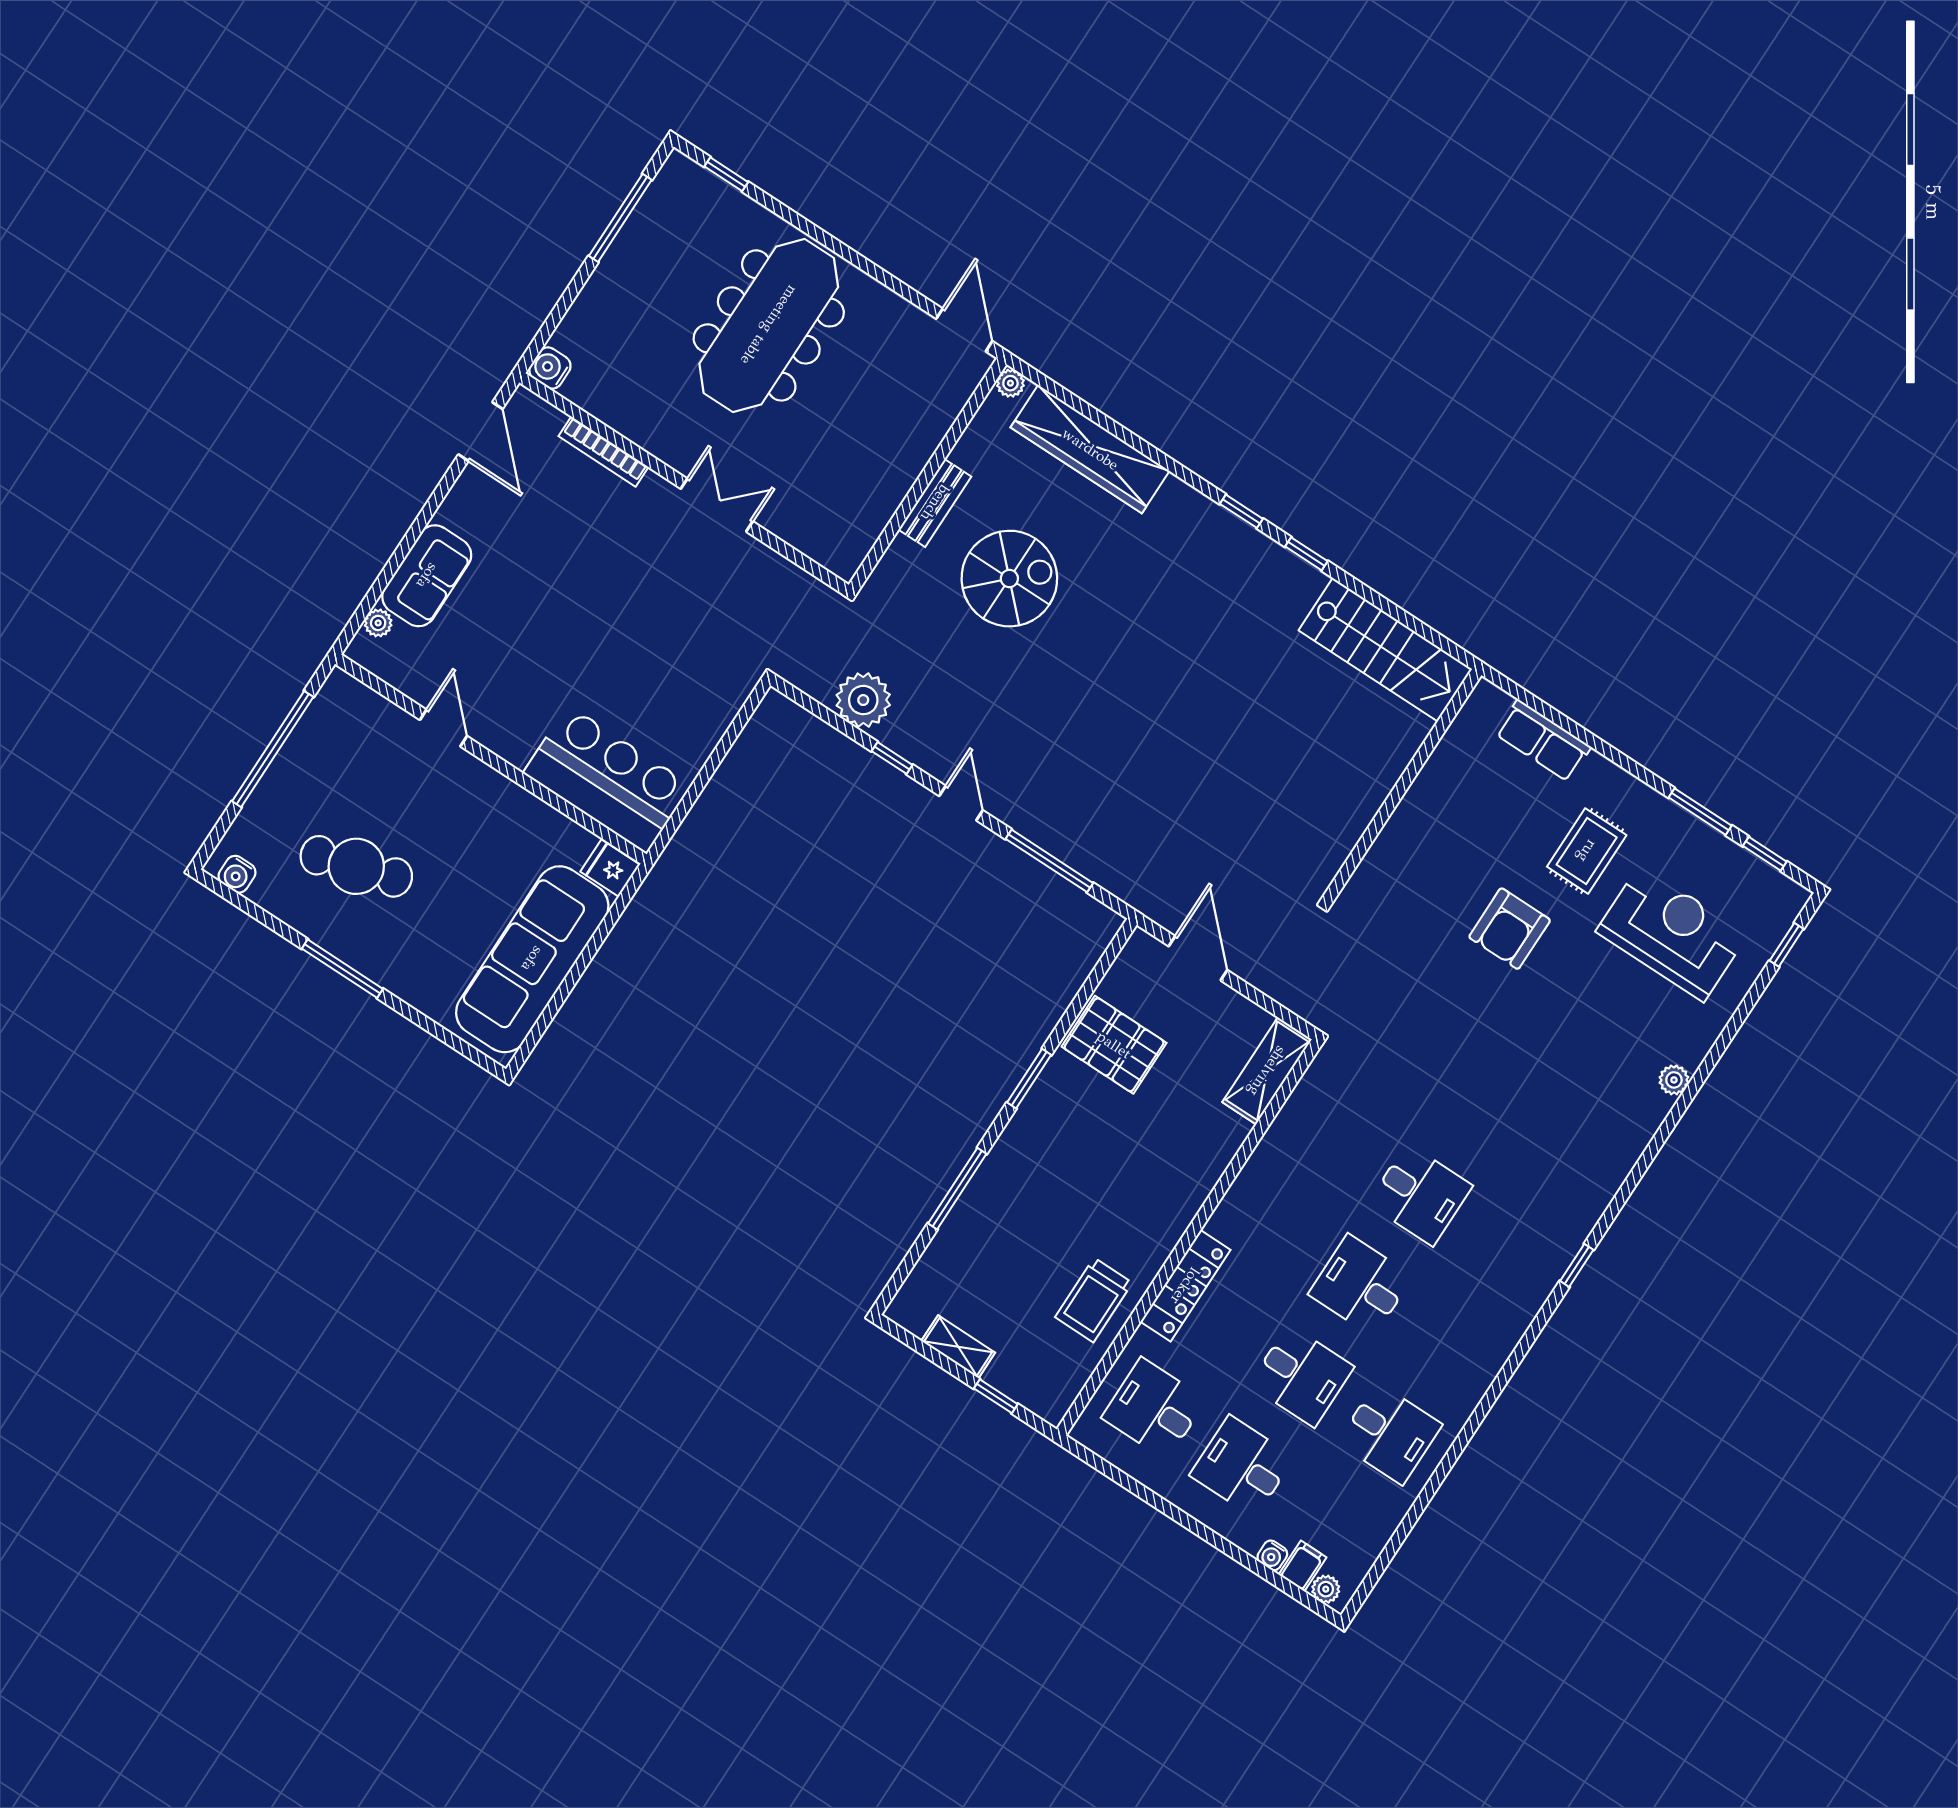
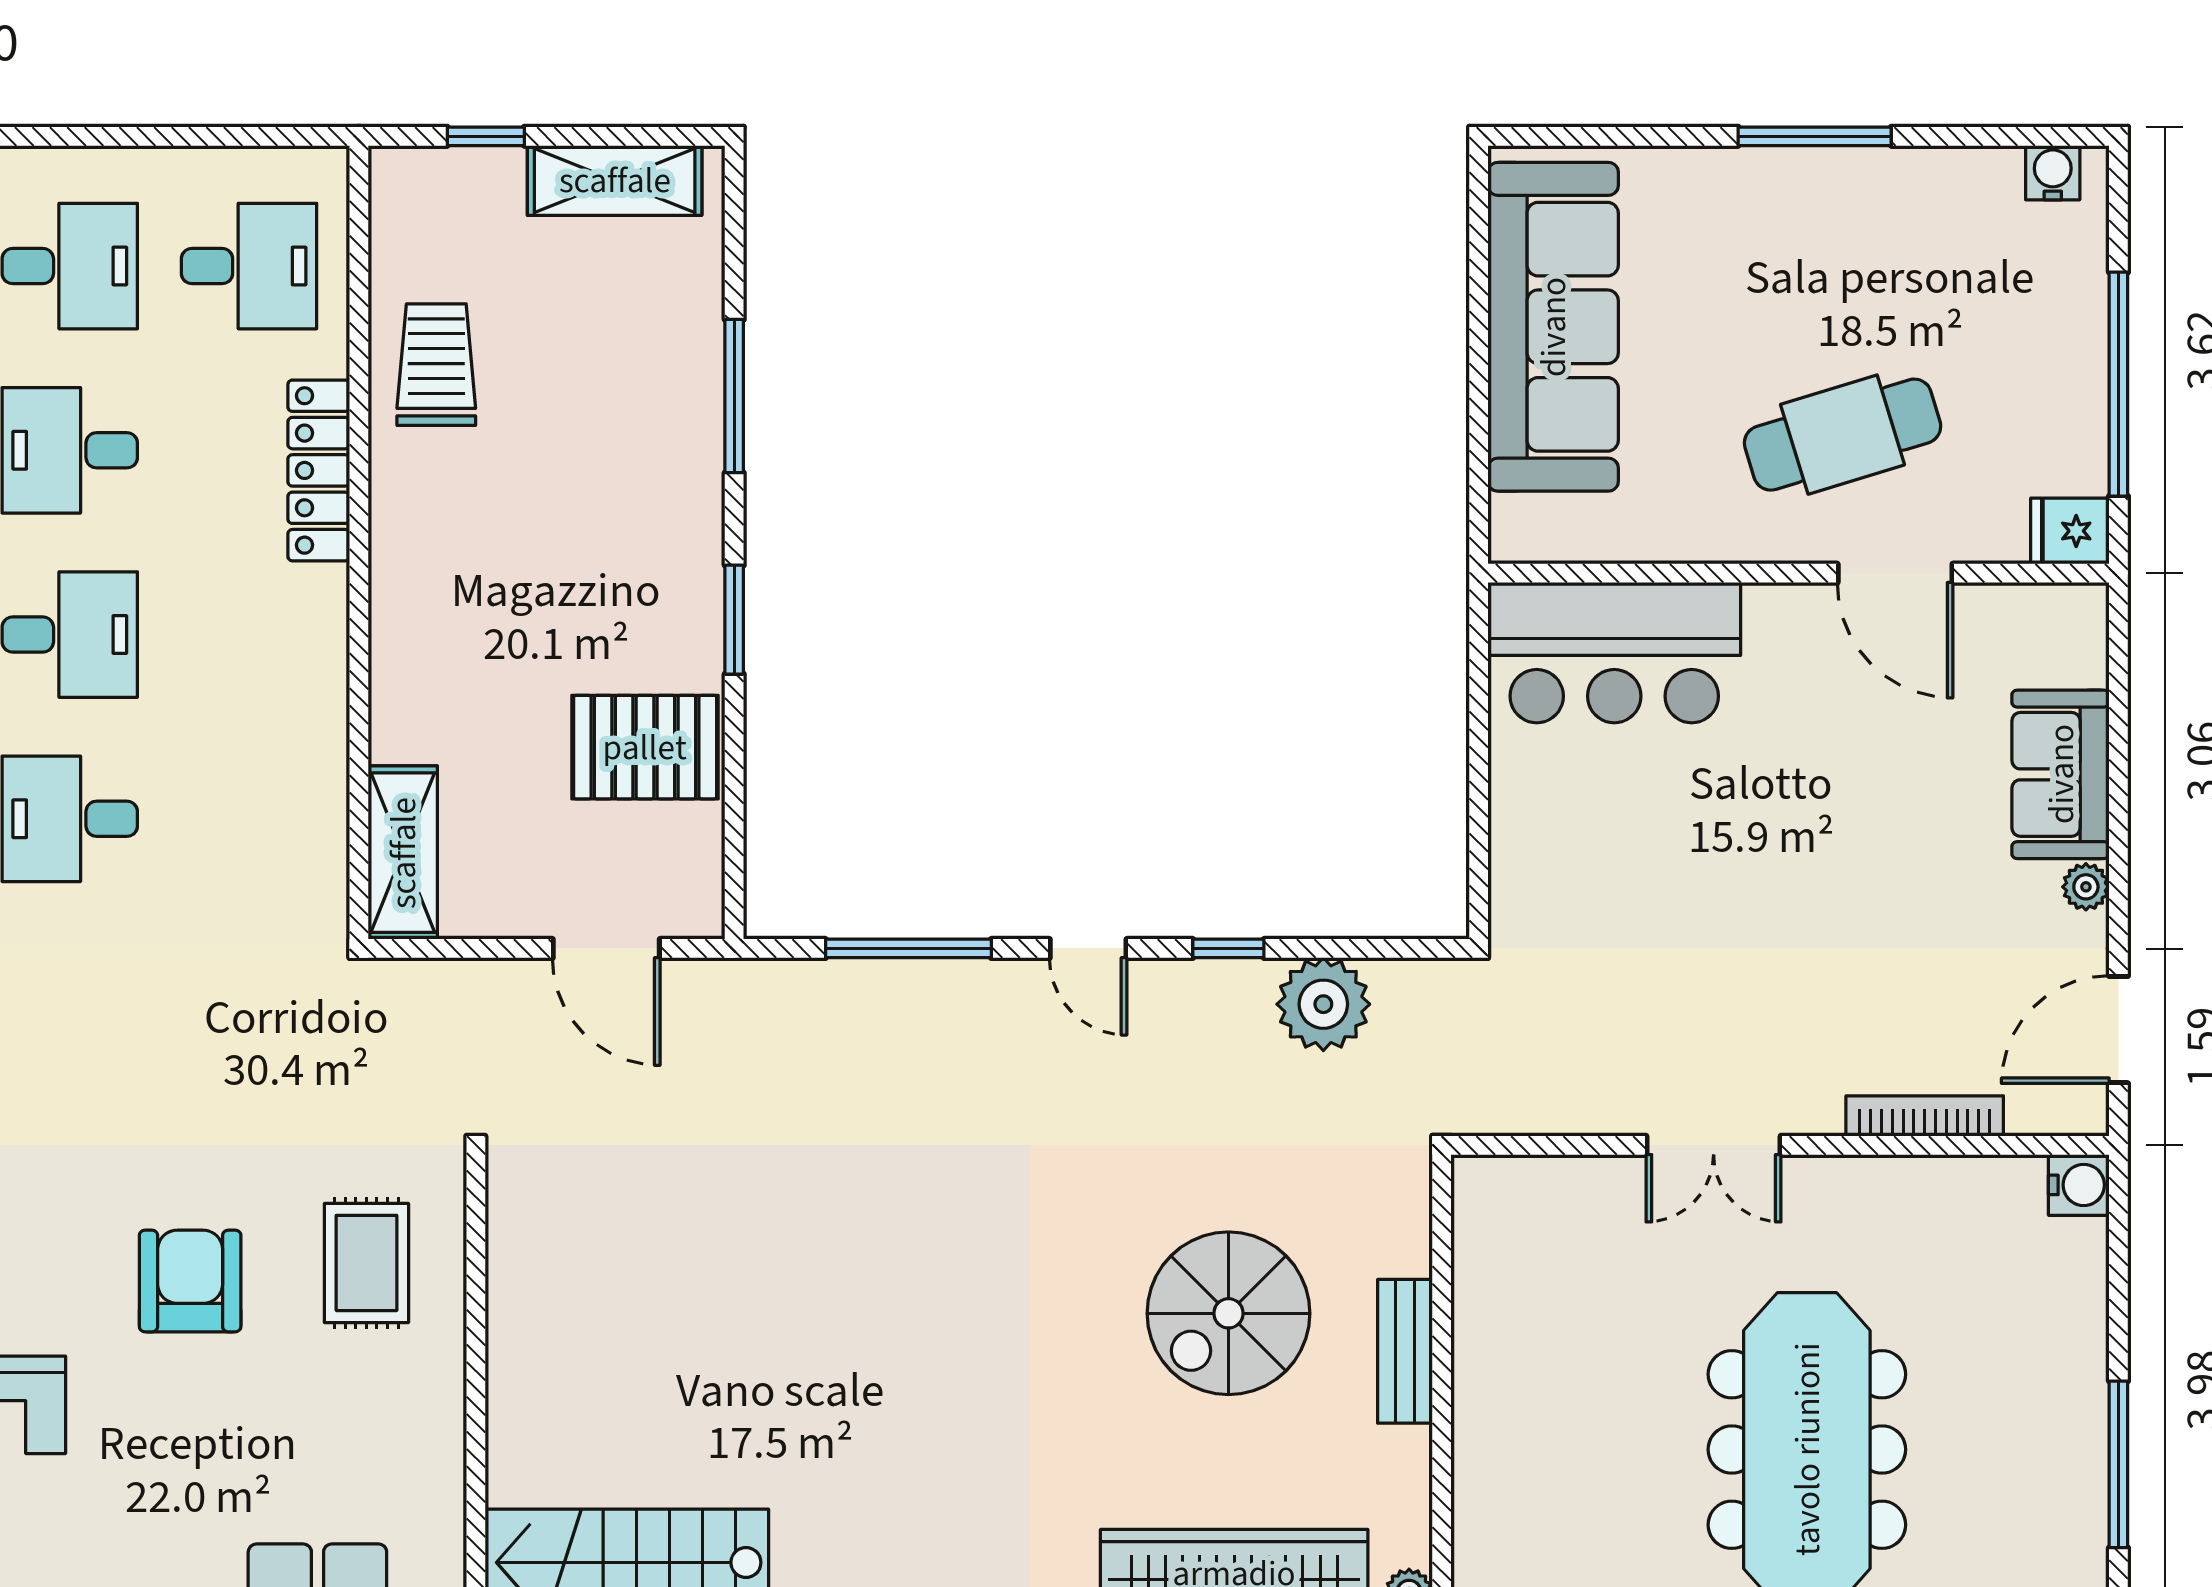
door: (480, 432) -> (2118, 1030), hinge flipped
plant: (378, 623) -> (2086, 887), moved
door: (443, 728) -> (1895, 573), width x1.38
rug: (1587, 851) -> (366, 1263), moved
cafe table: (356, 866) -> (1843, 435), moved
fridge: (610, 868) -> (2070, 531), moved, turned 180
shelving: (958, 1347) -> (615, 180), width x1.50, depth x1.33

